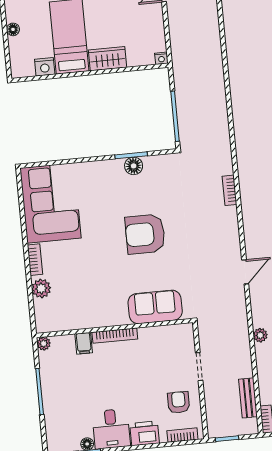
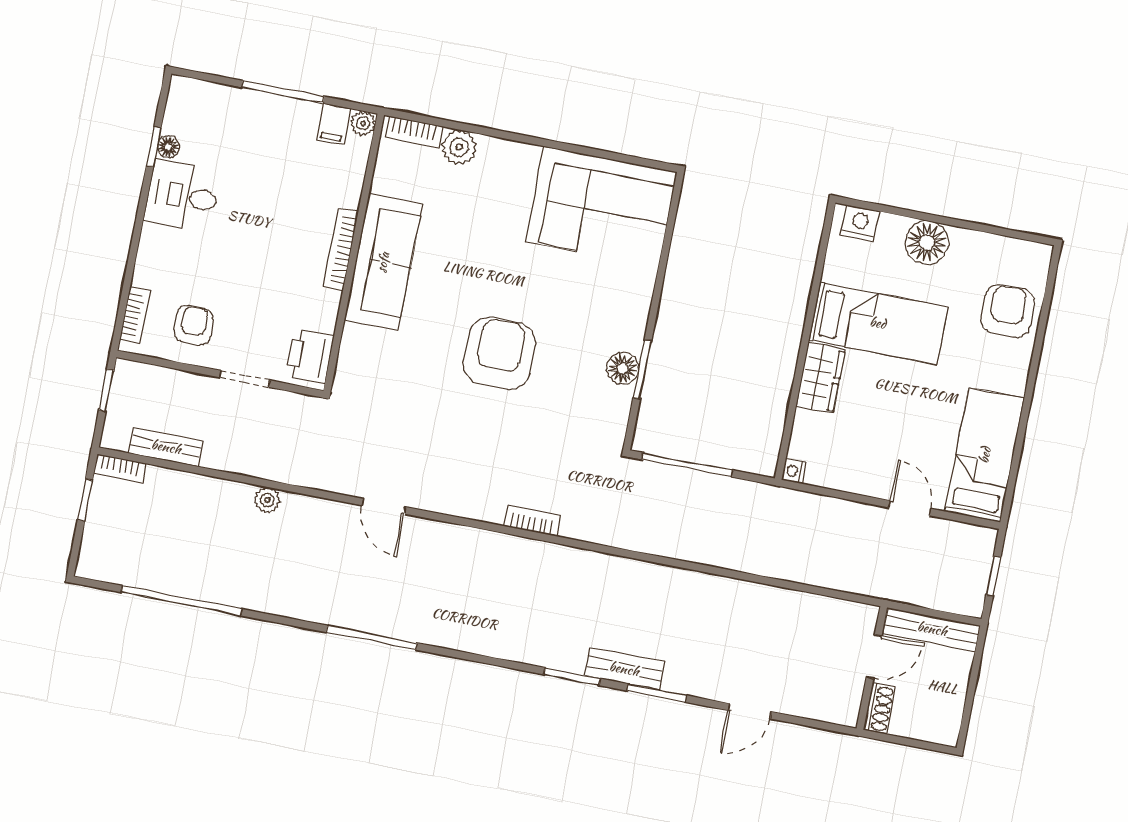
floor lamp: (13, 29) -> (927, 242), width x1.89, depth x1.89
nightstand: (45, 67) -> (860, 223), moved, turned 90
bookcase: (35, 260) -> (414, 132), moved
sofa: (155, 307) -> (383, 262), moved, width x1.36
filing cabinet: (84, 343) -> (334, 124), moved, turned -90
armchair: (179, 402) -> (194, 325), turned -90
printer: (145, 433) -> (310, 356), moved, turned 180

